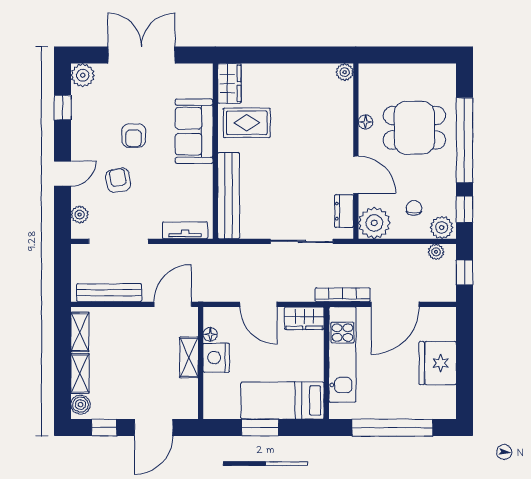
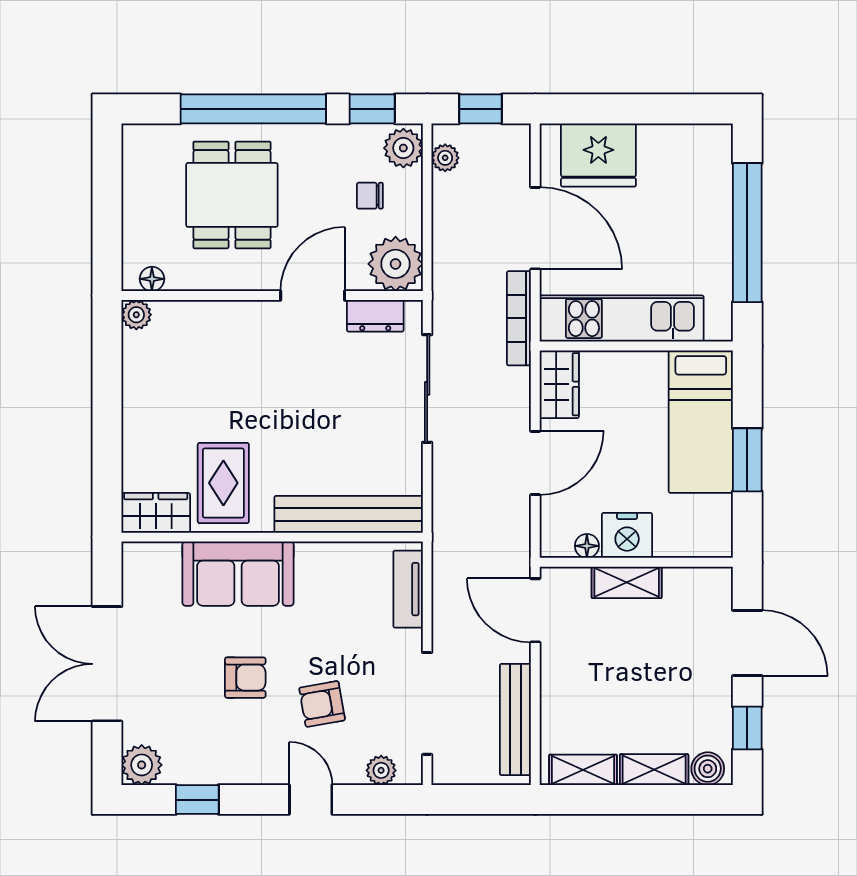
floor lamp: (365, 122) -> (152, 279), moved
fridge: (438, 363) -> (598, 155), moved

